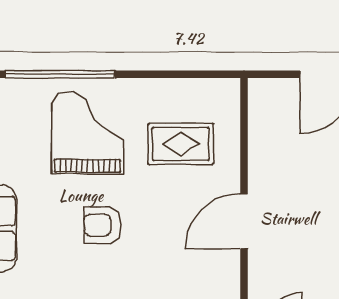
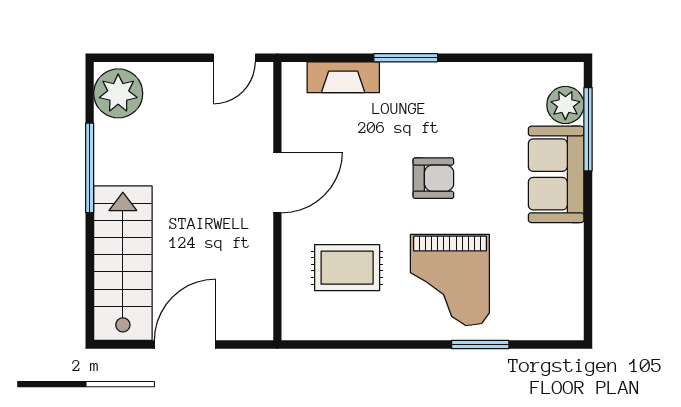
window: (60, 74) -> (480, 344), width x0.47

